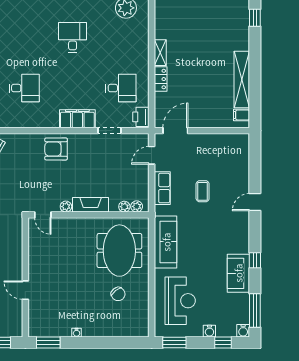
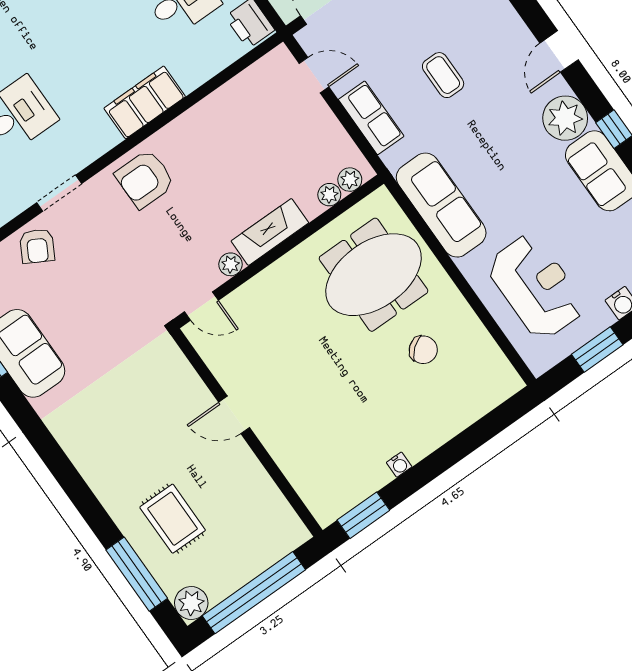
doorway: (109, 131) -> (59, 193), moved
door: (152, 155) -> (314, 75), swing flipped
door: (255, 202) -> (559, 51), moved
plant: (239, 242) -> (565, 118), added
meeting table: (119, 251) -> (374, 275), turned 90
door: (25, 290) -> (234, 415), moved
window: (174, 343) -> (597, 350), moved

